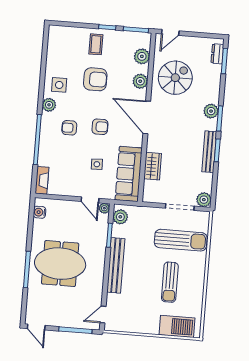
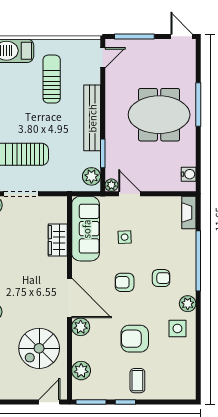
plant: (140, 81) -> (81, 327), moved
sun lounger: (170, 282) -> (52, 79), moved

